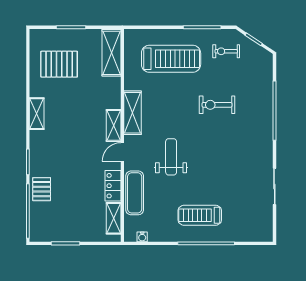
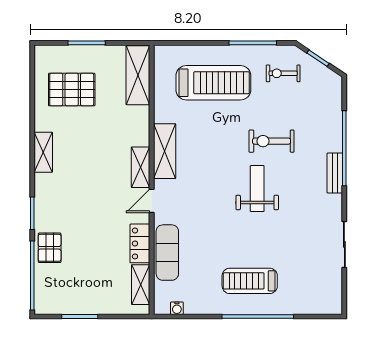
bench: (267, 130) -> (335, 173), added
weight bench: (171, 157) -> (257, 189), moved

